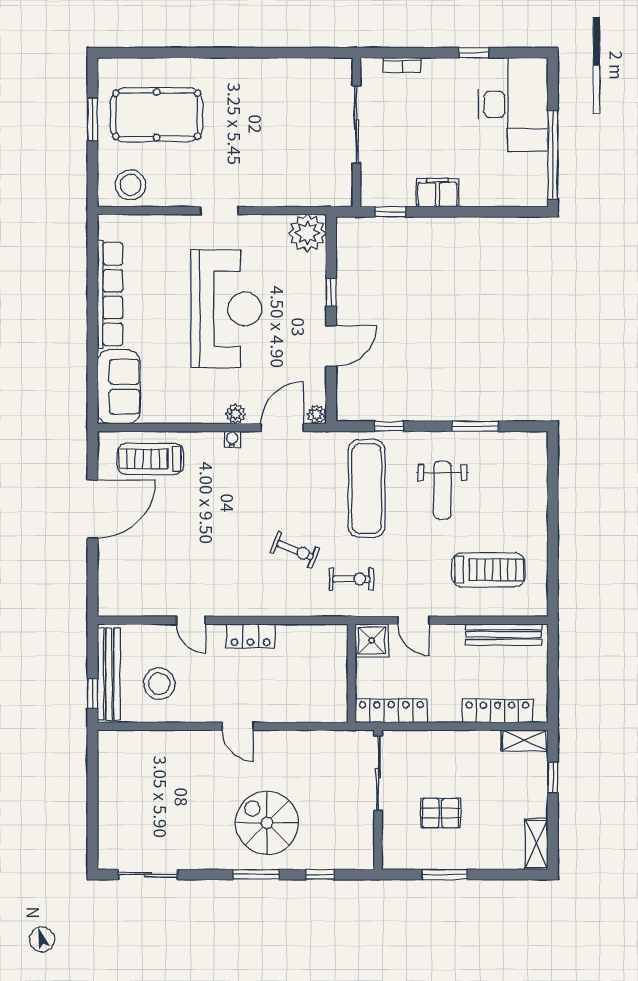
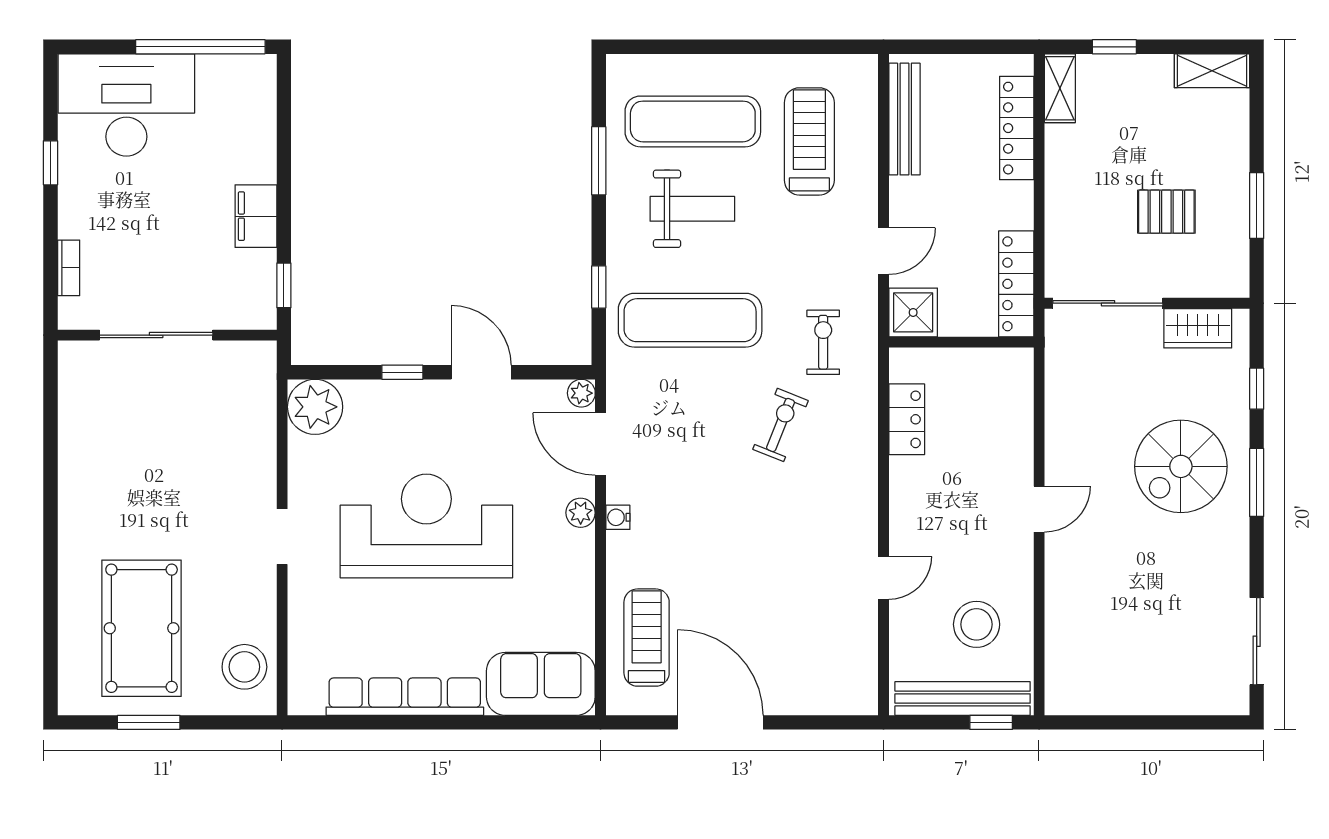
treadmill: (150, 459) -> (647, 638), turned 180
exercise mat: (502, 490) -> (693, 121), added
locker: (250, 636) -> (907, 419), moved
pallet: (441, 813) -> (1166, 212), turned 90
wardrobe: (361, 834) -> (1198, 328), added

